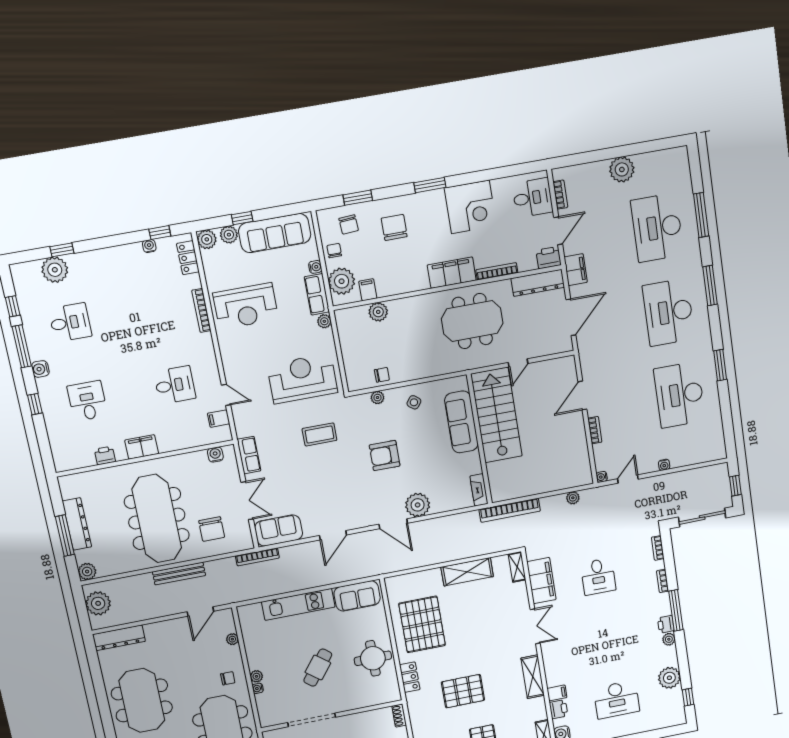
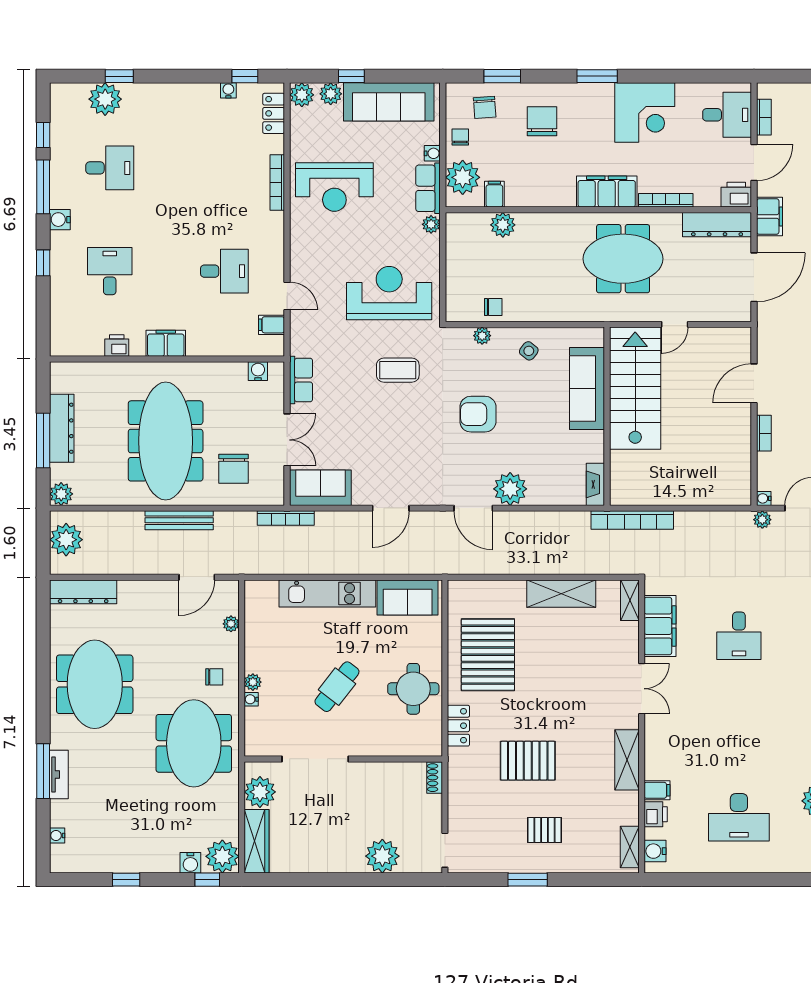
plant: (573, 498) -> (762, 520), moved

